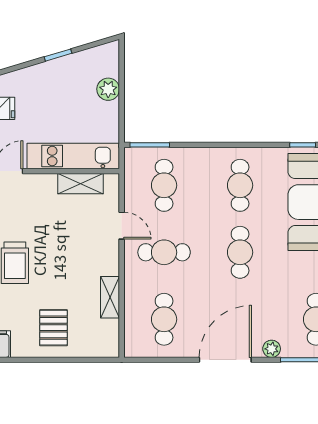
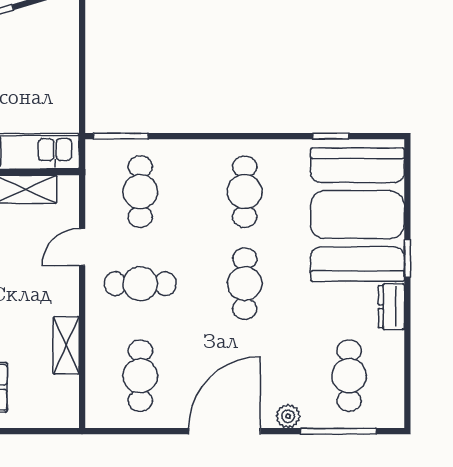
plant: (108, 89) -> (64, 60), removed
door: (122, 226) -> (82, 247), swing flipped

